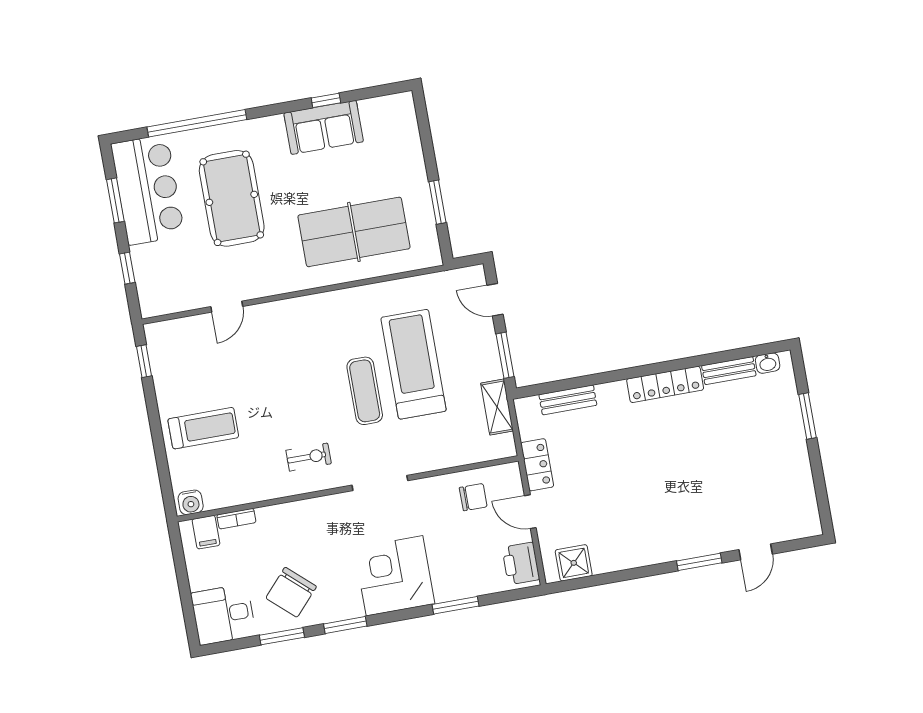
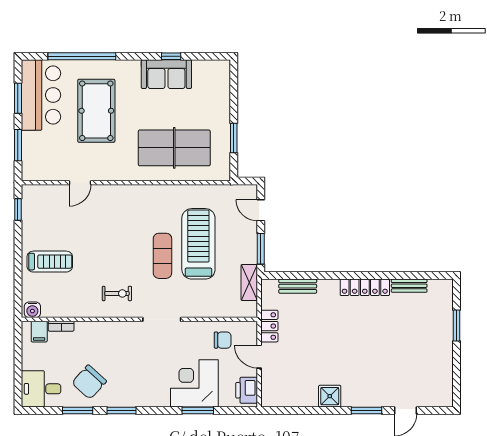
window: (127, 268) -> (18, 145), width x1.50
washbasin: (768, 363) -> (436, 285), removed
shower: (574, 563) -> (330, 396), moved
corner desk: (394, 576) -> (194, 383), moved

